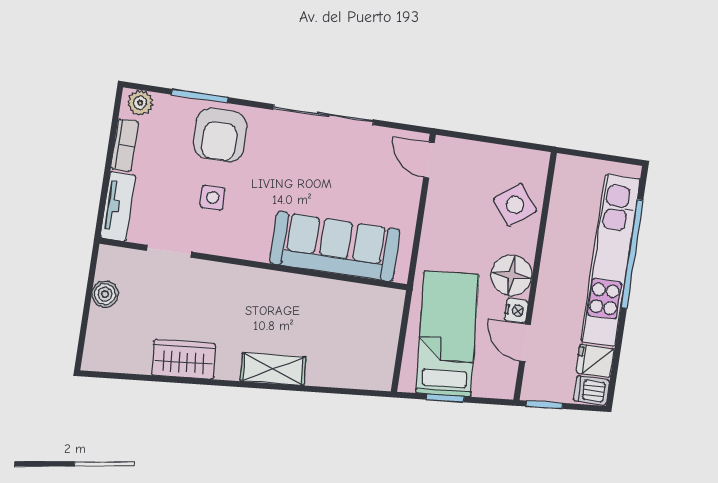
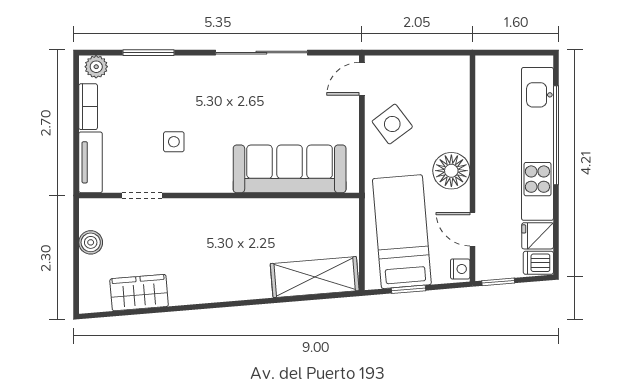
armchair: (220, 135) -> (172, 85), removed
door: (429, 160) -> (362, 79), hinge flipped
side table: (515, 205) -> (392, 124), moved
nightstand: (516, 310) -> (460, 269), moved
wardrobe: (184, 359) -> (139, 293), moved
shelving: (273, 369) -> (315, 277), moved, width x1.50, depth x1.33

